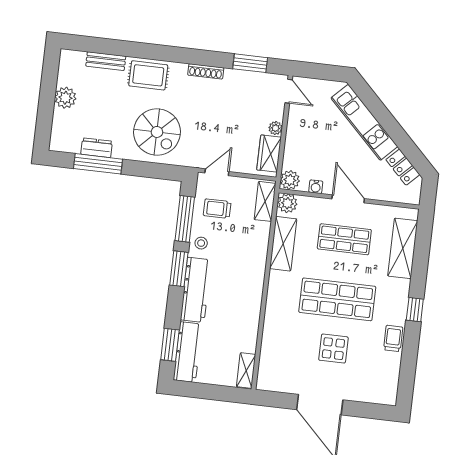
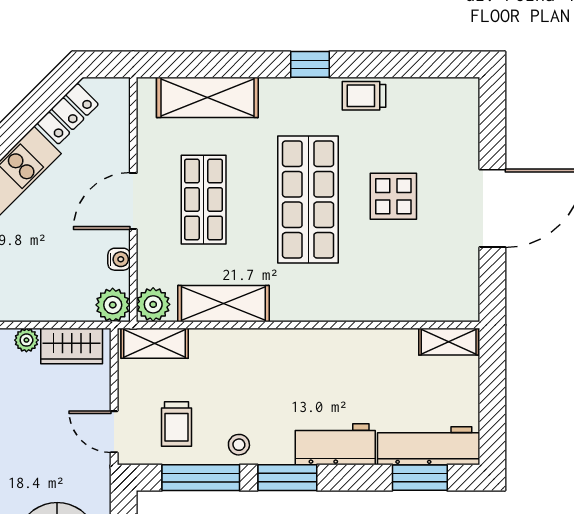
workbench: (196, 290) -> (335, 444), width x0.73

